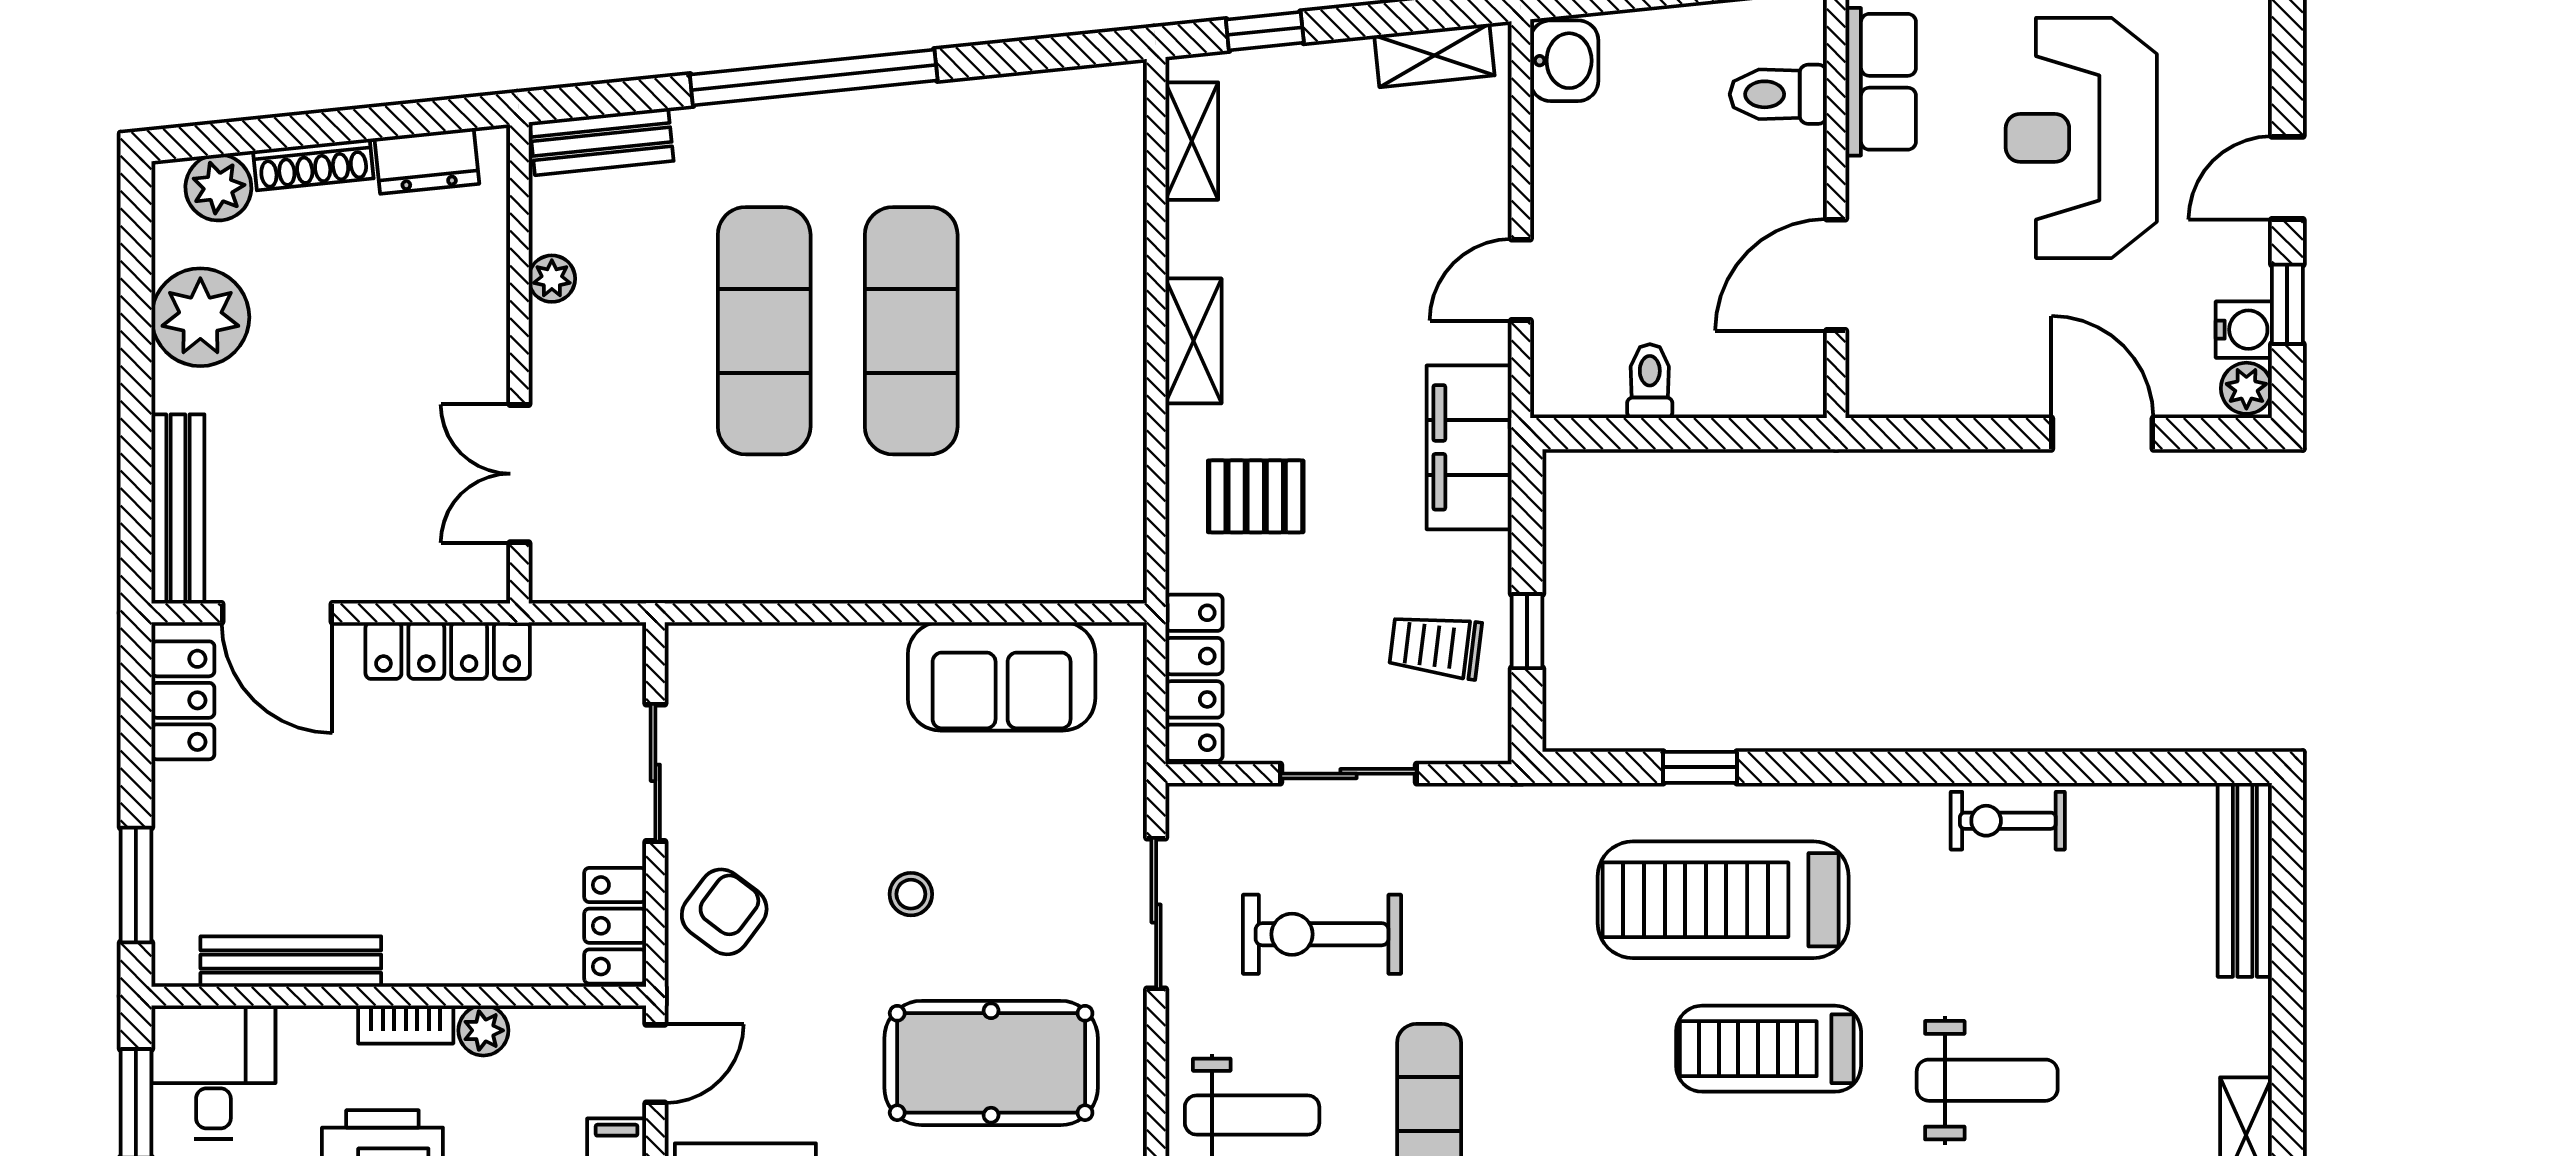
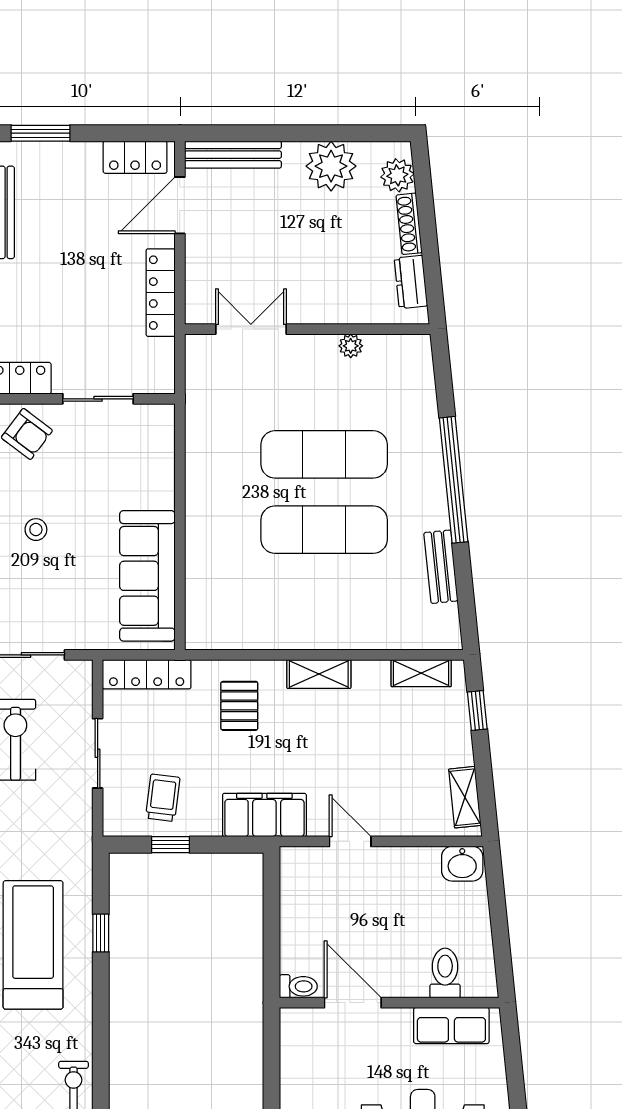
bench: (602, 142) -> (441, 567), moved
toilet: (1650, 381) -> (298, 986), moved
sofa: (1002, 676) -> (147, 576), width x1.36

